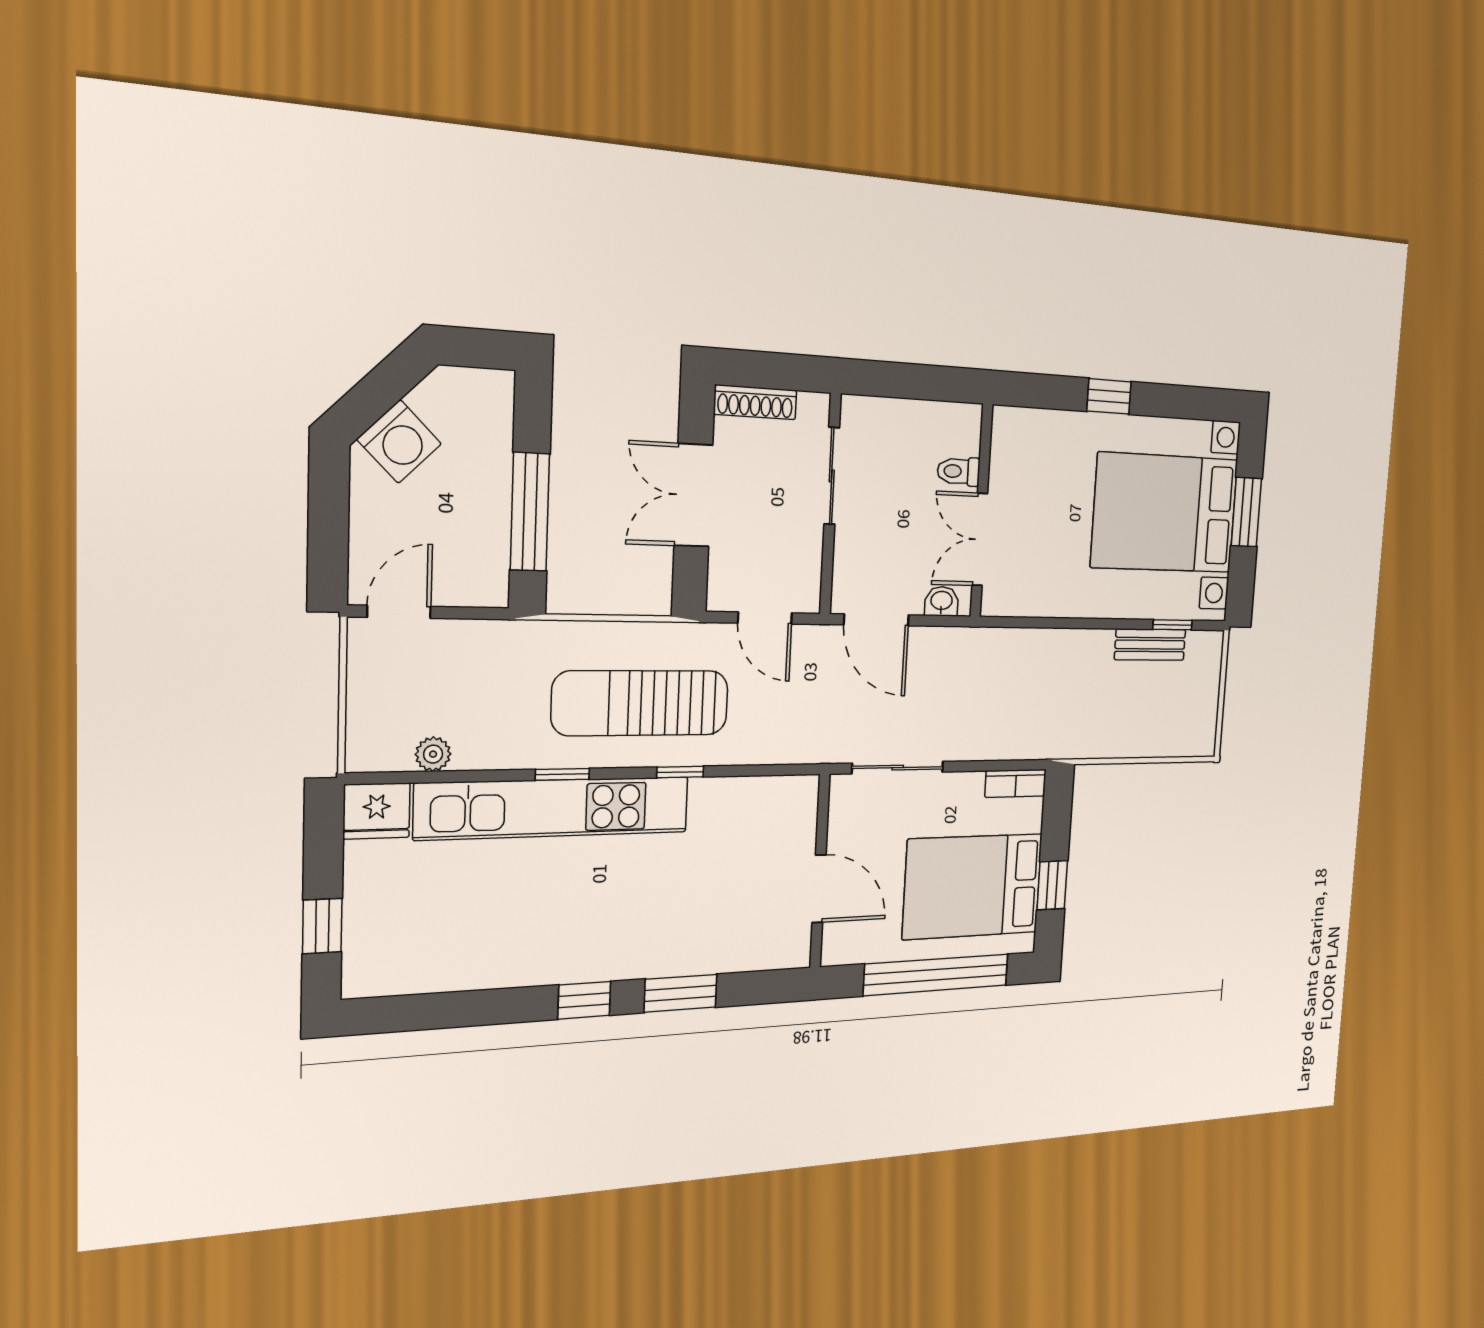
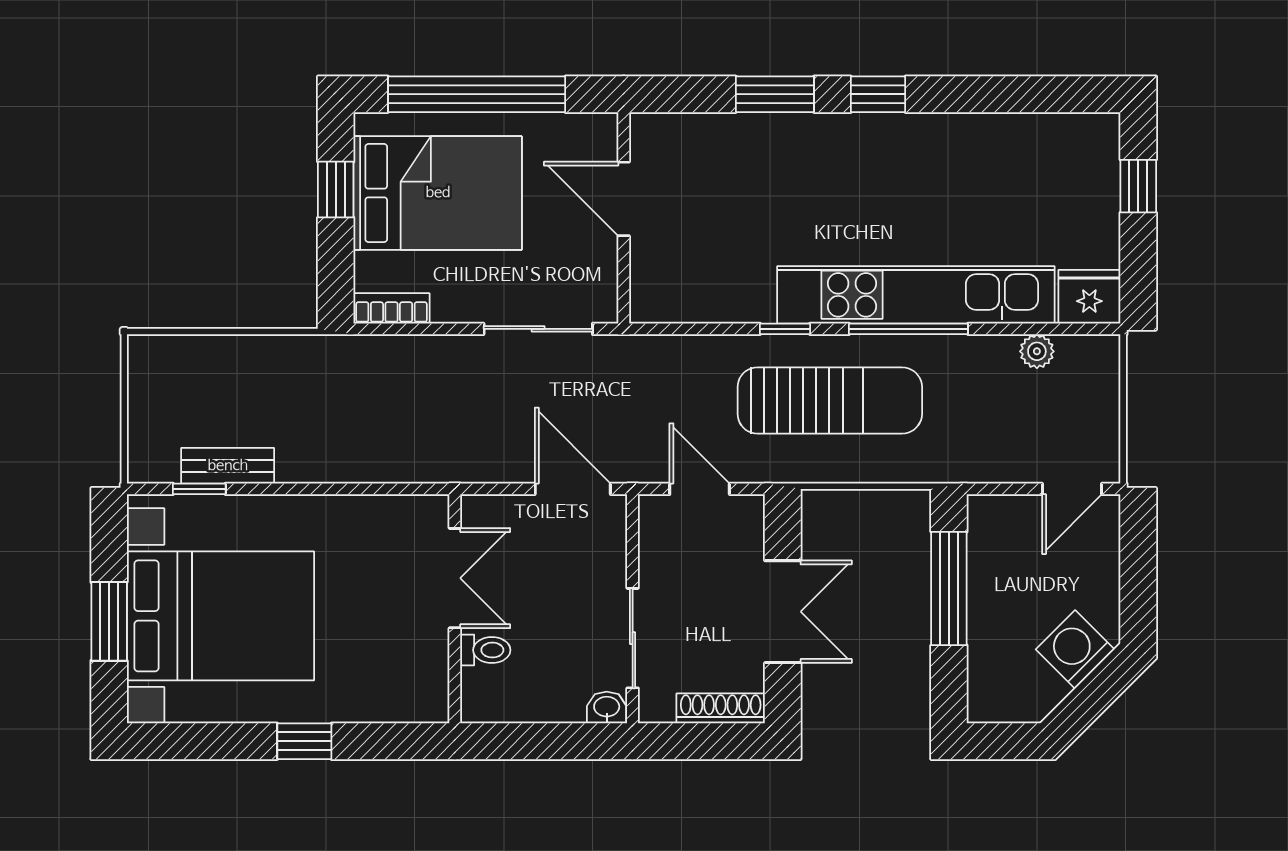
washbasin: (941, 601) -> (607, 708), moved, turned 180
window: (562, 774) -> (908, 329), width x2.17

